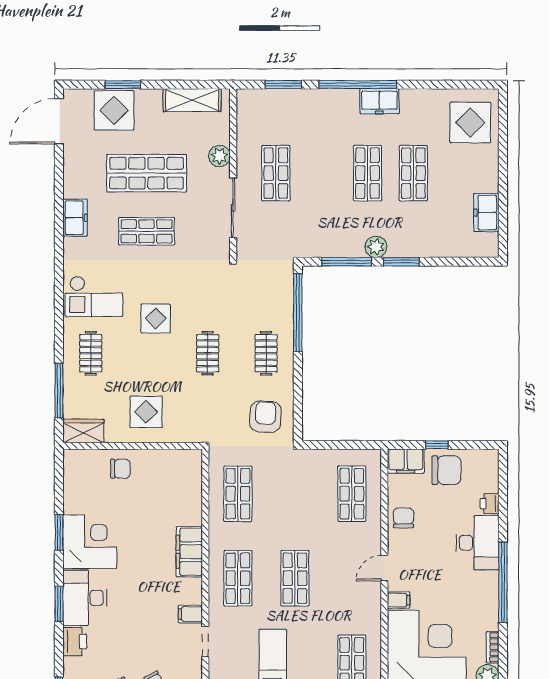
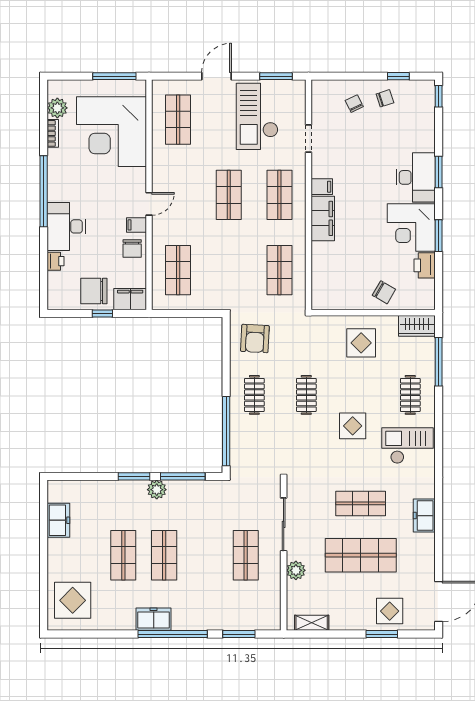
shelving: (192, 100) -> (312, 623), width x0.67, depth x0.75
display table: (114, 110) -> (390, 611), width x0.73, depth x0.73
chair: (120, 469) -> (384, 292), turned -150
filing cabinet: (399, 600) -> (137, 225), moved
filing cabinet: (190, 614) -> (322, 187), moved
printer: (75, 641) -> (425, 265), moved

